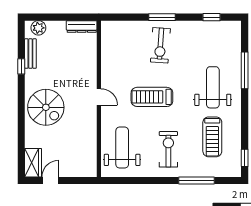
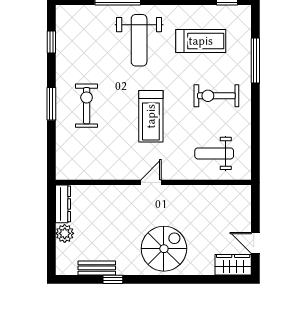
plant: (38, 28) -> (65, 233), moved
exercise bike: (160, 45) -> (87, 106), turned -94
weight bench: (213, 87) -> (139, 40), turned -90
weight bench: (122, 148) -> (214, 153), width x0.73, depth x0.75

